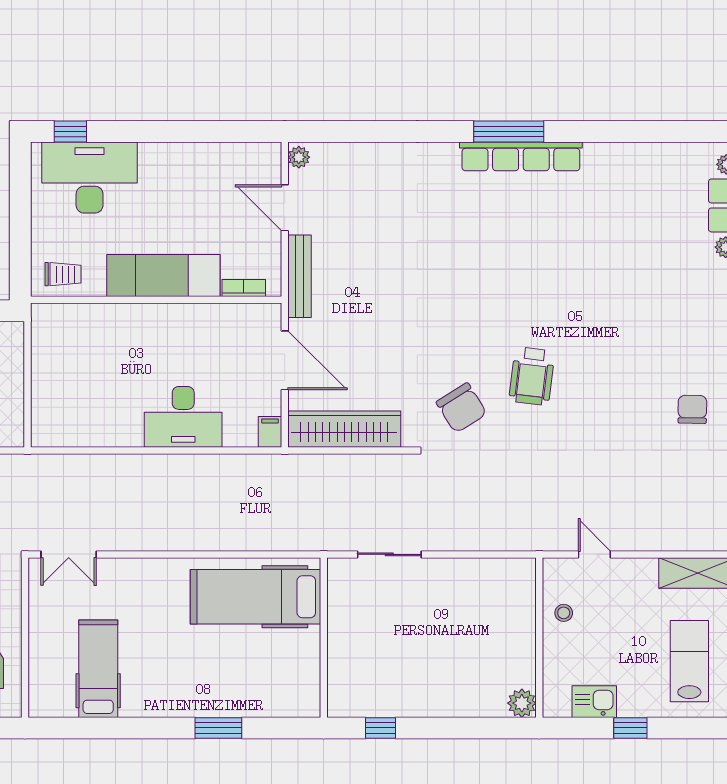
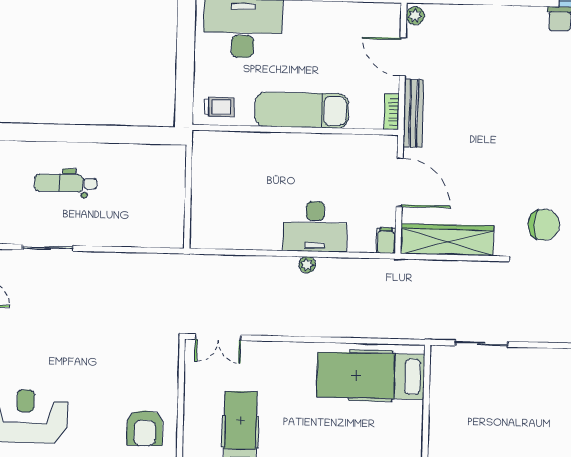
bookcase: (244, 288) -> (392, 112), moved, turned -90
chair: (462, 408) -> (544, 225), turned -58
plant: (175, 464) -> (307, 265), added

